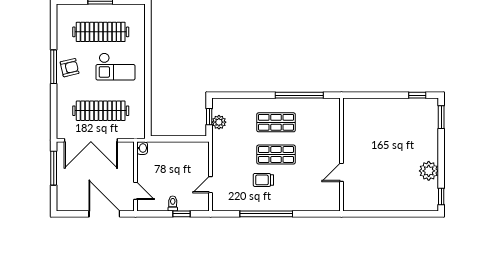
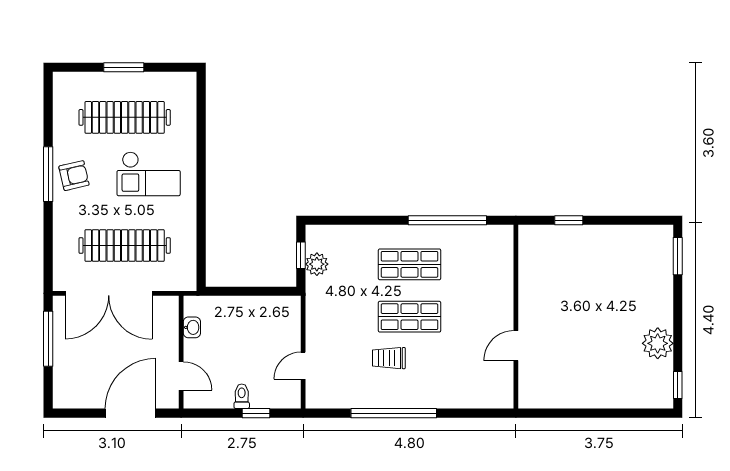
window: (417, 95) -> (569, 220), moved
washbasin: (142, 148) -> (192, 327), moved
door: (104, 214) -> (130, 413), hinge flipped

